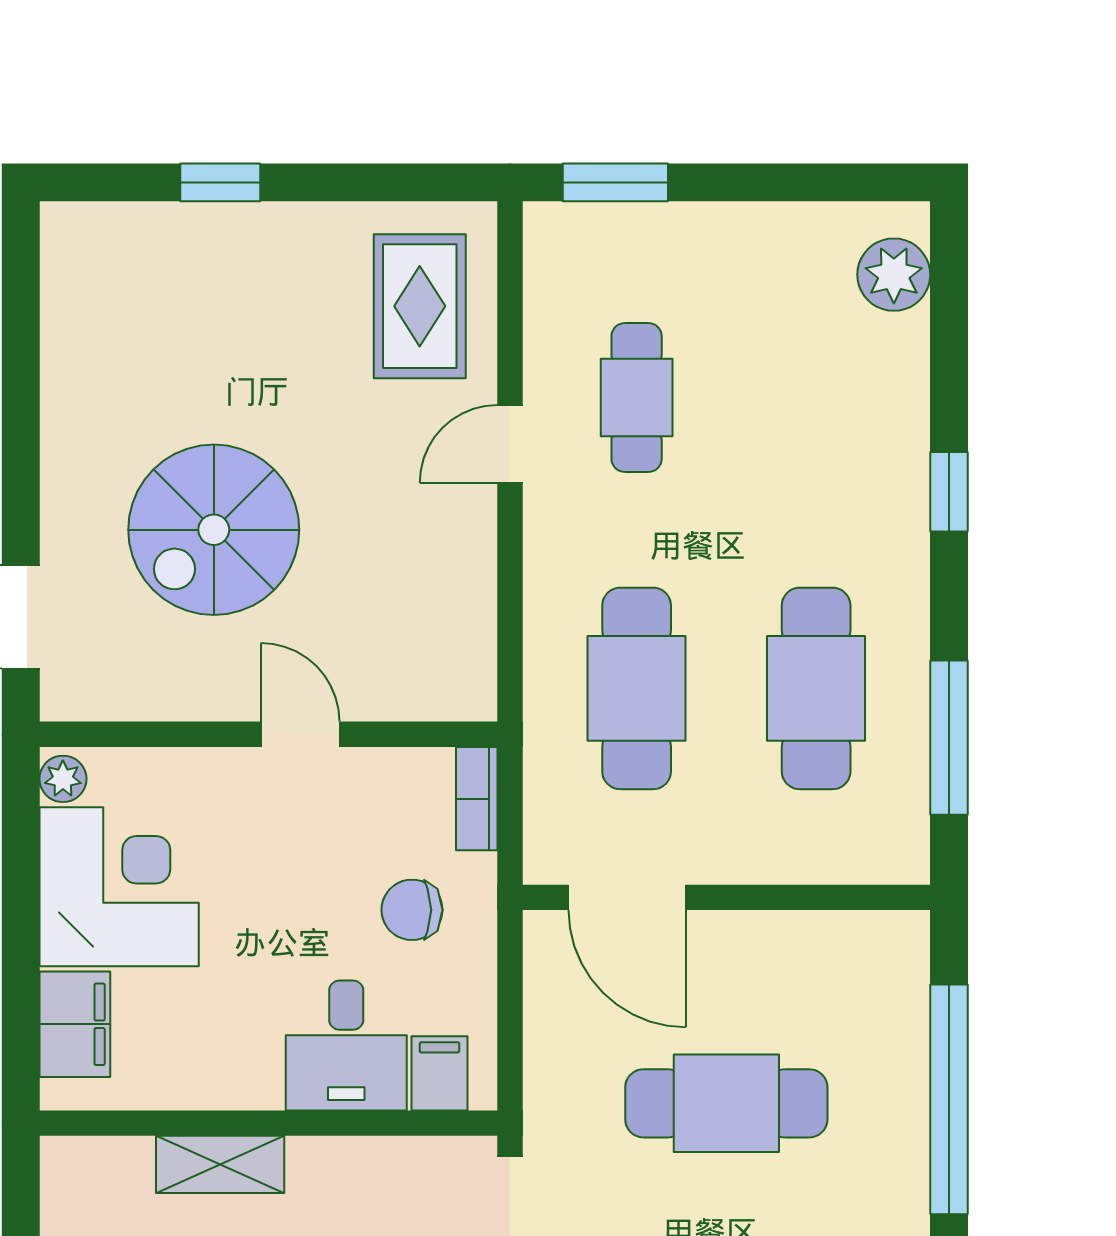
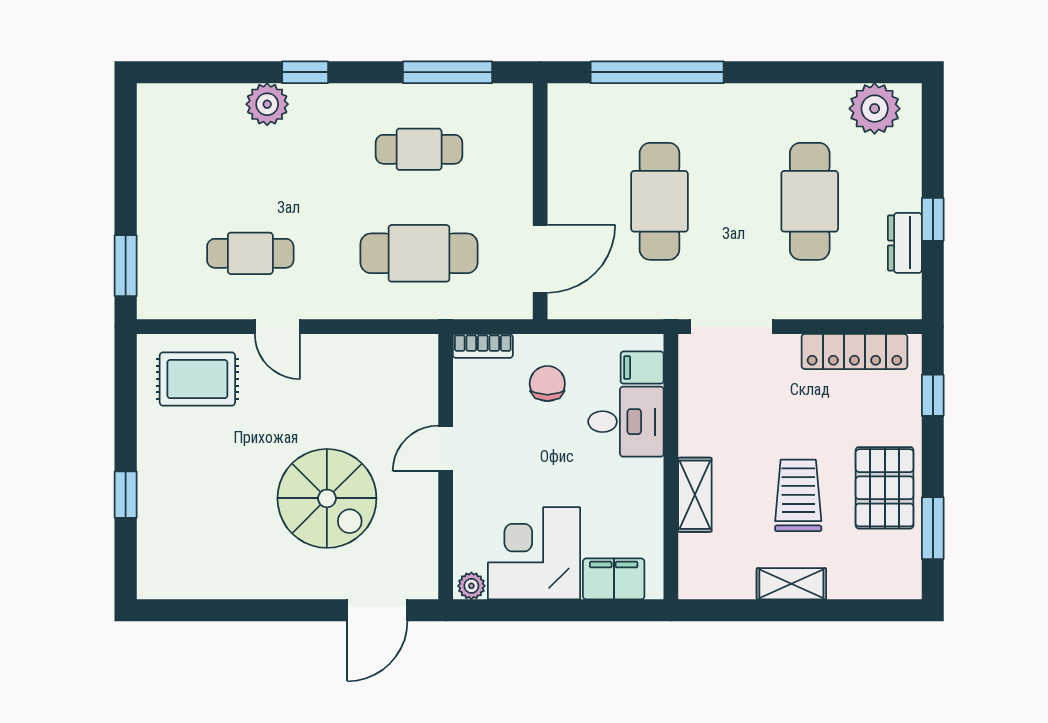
plant: (894, 275) -> (267, 104), moved
cafe table: (816, 688) -> (419, 149), width x0.73, depth x0.74
chair: (412, 910) -> (547, 384), turned 180

